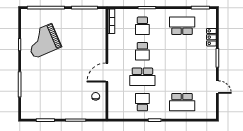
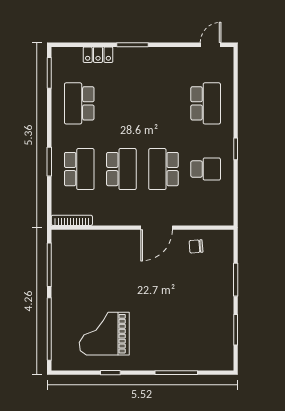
school desk: (142, 26) -> (79, 169), width x1.85
grand piano: (43, 41) -> (104, 334), turned 113
school desk: (142, 51) -> (121, 169), width x1.85
door: (107, 73) -> (157, 228), hinge flipped
school desk: (142, 77) -> (164, 169), turned 180
door: (217, 87) -> (211, 45), moved
school desk: (142, 102) -> (206, 169), turned 180

